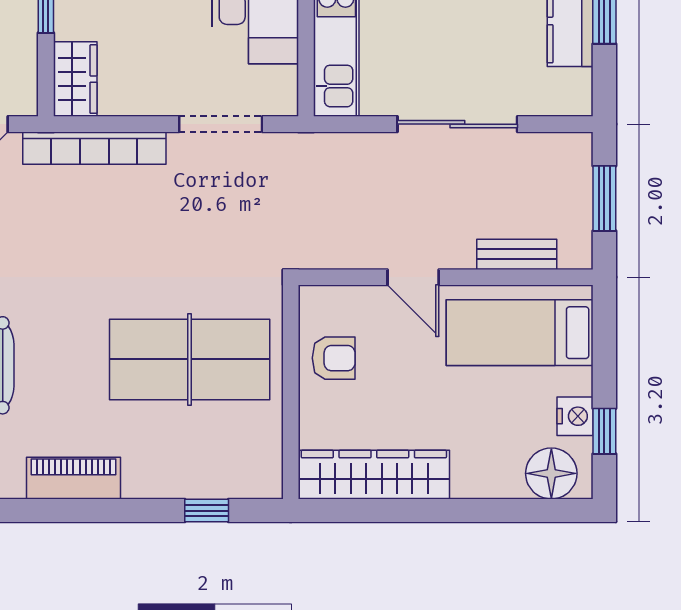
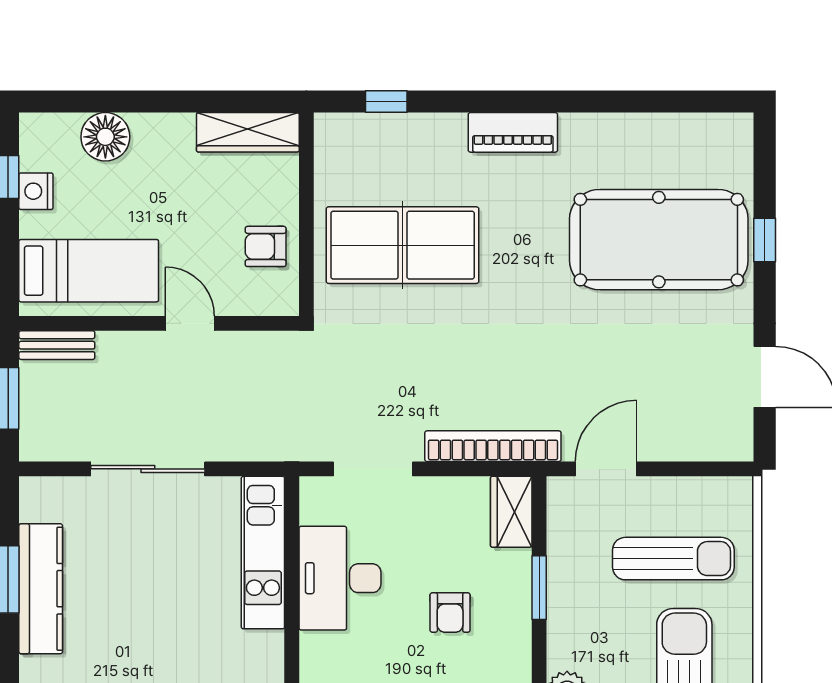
bench: (517, 254) -> (57, 345), moved
floor lamp: (551, 473) -> (105, 137), moved
wardrobe: (374, 475) -> (248, 132), width x0.71, depth x0.85

